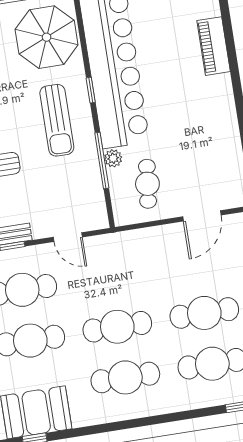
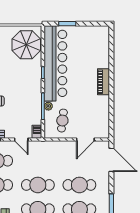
piano: (214, 46) -> (103, 82), moved
sun lounger: (57, 120) -> (25, 84), removed
barbecue: (98, 216) -> (37, 132), added

